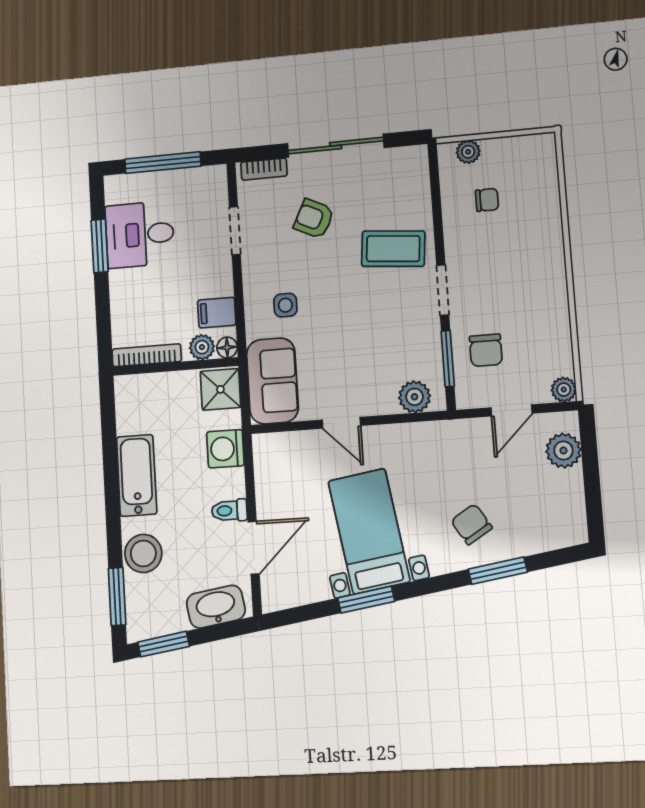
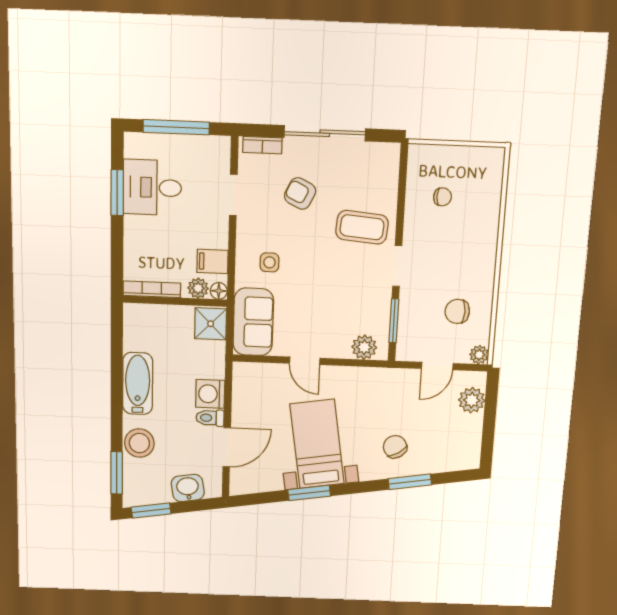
plant: (468, 152) -> (433, 154), removed
chair: (486, 350) -> (457, 311), moved, turned 90
washing machine: (225, 449) -> (210, 394), moved
washbasin: (216, 607) -> (188, 488), width x0.72

